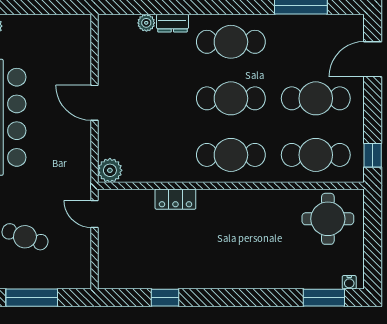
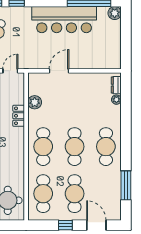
dresser: (172, 23) -> (116, 85), moved
door: (95, 103) -> (59, 71), moved
window: (373, 155) -> (65, 225), moved
plant: (110, 170) -> (35, 102), moved

